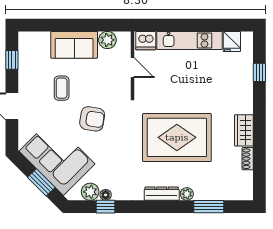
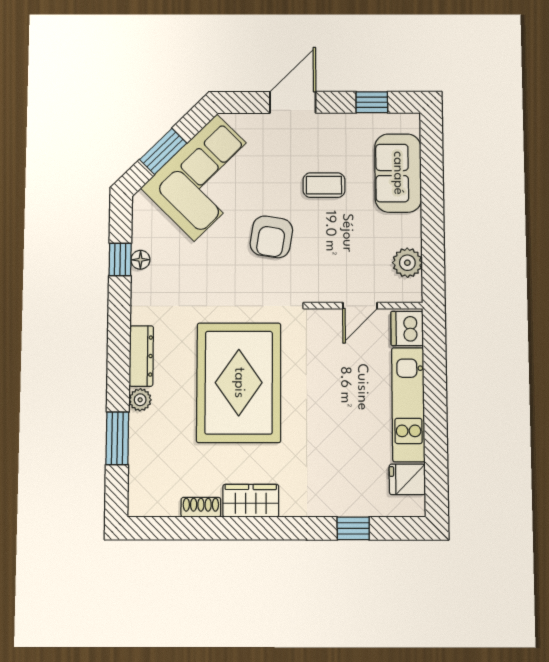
sofa: (74, 45) -> (398, 173), moved
plant: (90, 192) -> (146, 233), removed

